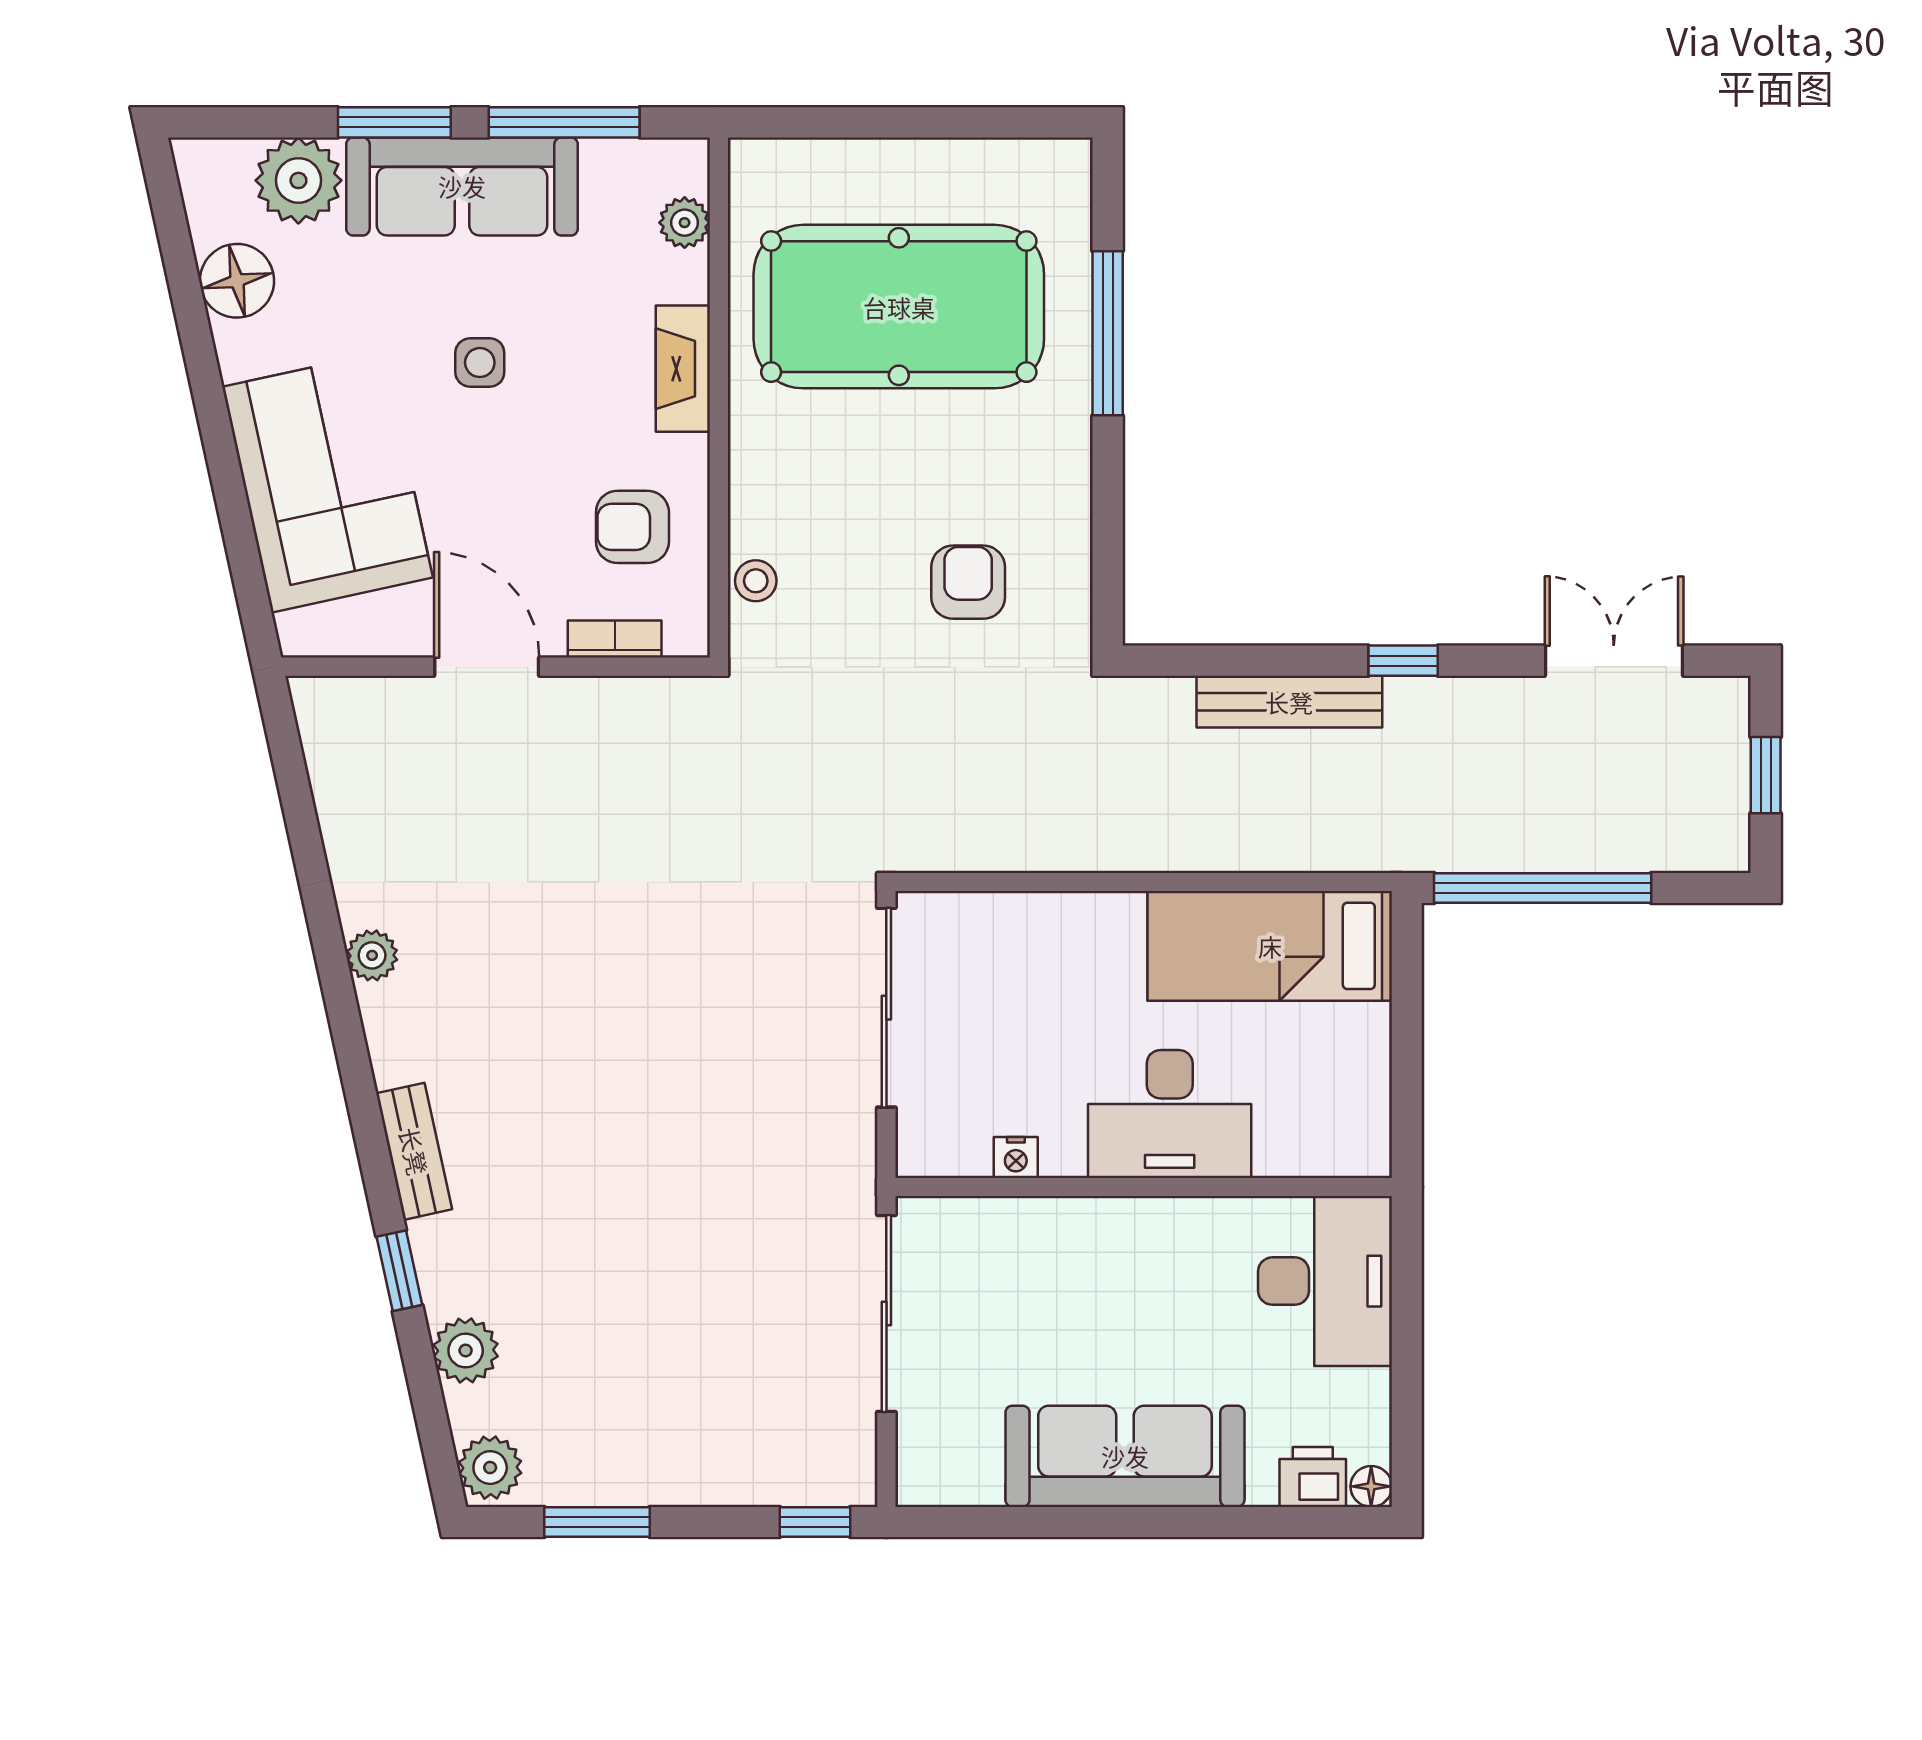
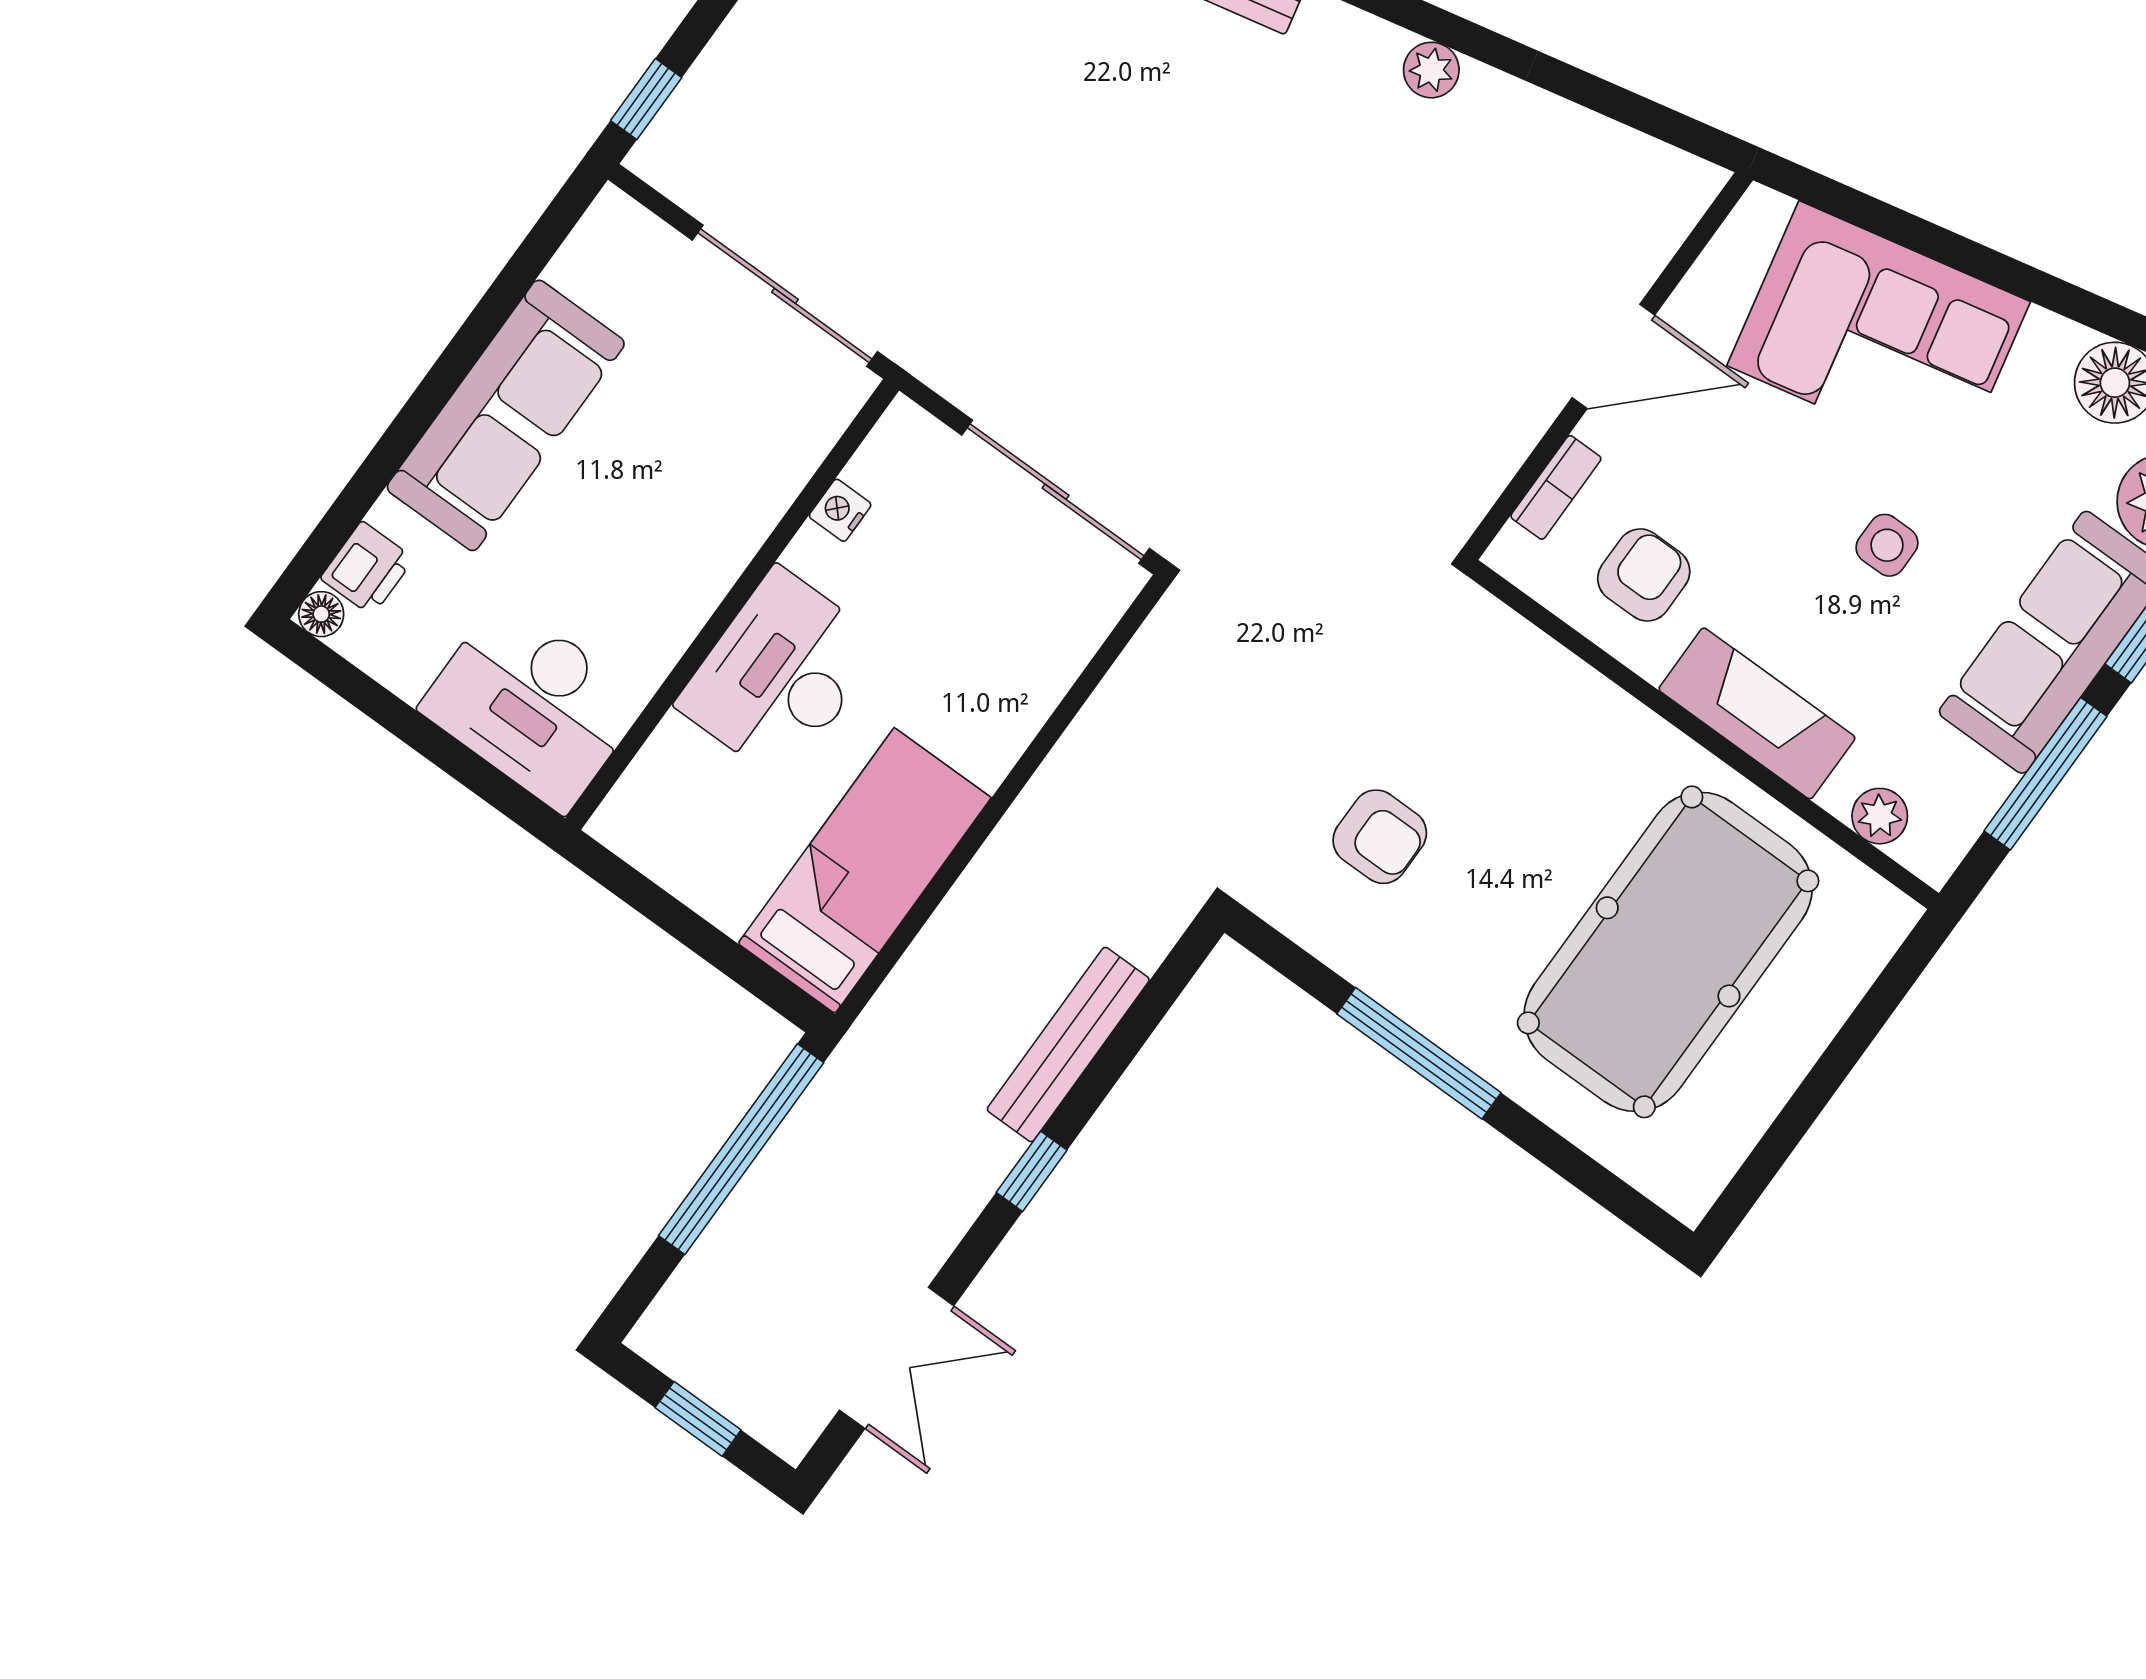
window: (1108, 333) -> (1419, 1053), moved
fireplace: (683, 369) -> (1757, 713), width x1.37, depth x1.32
stool: (756, 581) -> (1517, 650), removed

